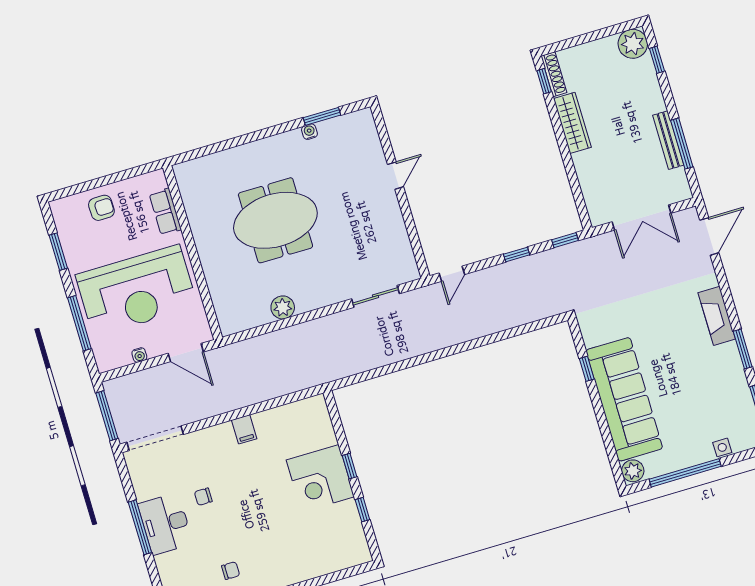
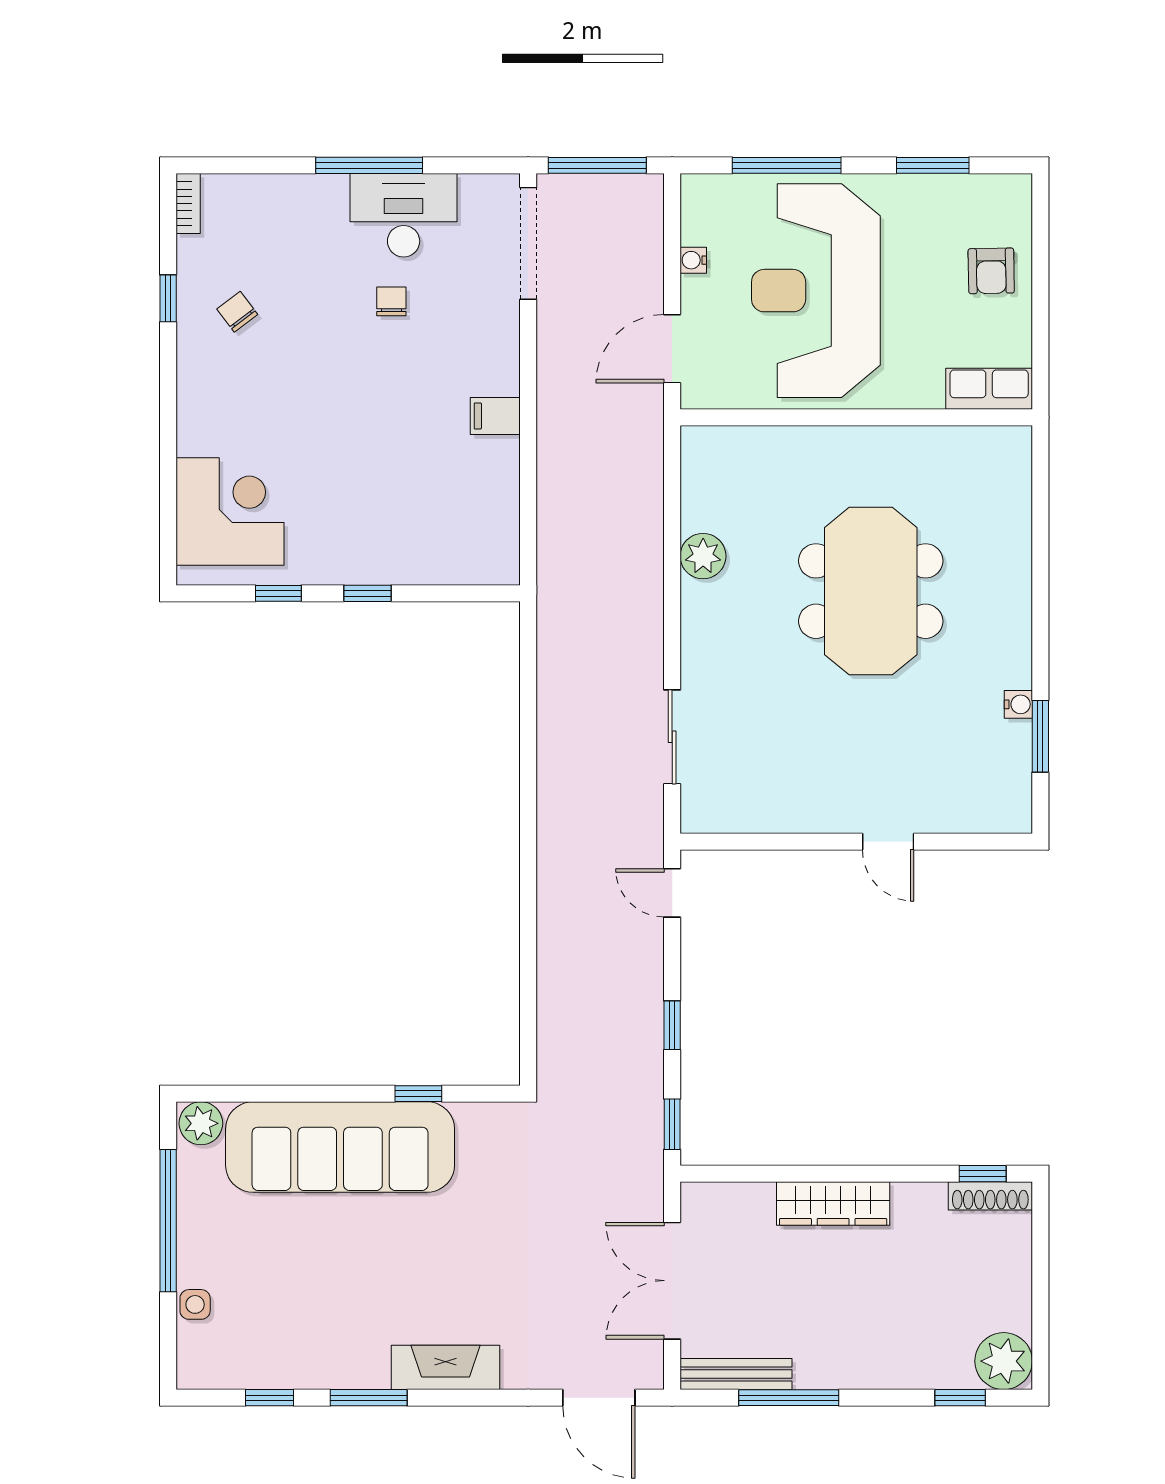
wardrobe: (572, 123) -> (833, 1204), moved
bench: (668, 140) -> (736, 1374), moved
row of seats: (165, 212) -> (989, 389), moved
corner desk: (320, 478) -> (230, 512), moved, turned 90
desk: (165, 524) -> (404, 215), moved
chair: (231, 571) -> (237, 312), turned 143

